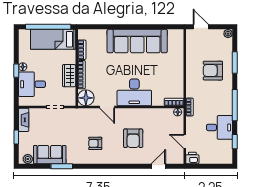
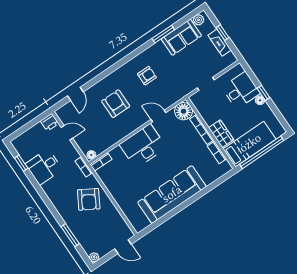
armchair: (213, 71) -> (89, 199), moved, turned 120
wardrobe: (69, 76) -> (221, 134), moved
window: (235, 105) -> (44, 196), removed
fireplace: (24, 120) -> (220, 43), moved

